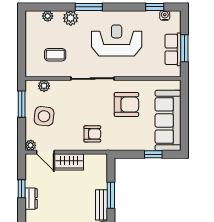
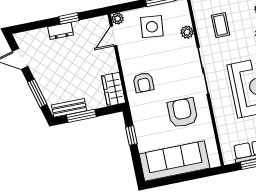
plant: (44, 86) -> (187, 32), moved
armchair: (126, 104) -> (183, 113), turned 180
window: (153, 154) -> (131, 135), moved
wardrobe: (69, 162) -> (113, 89), moved

